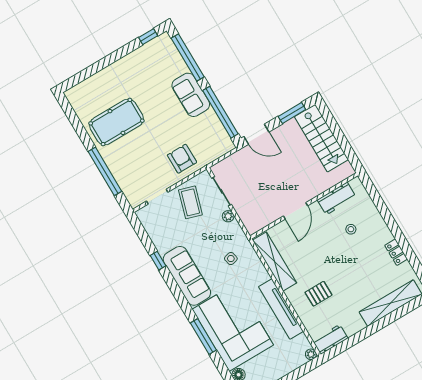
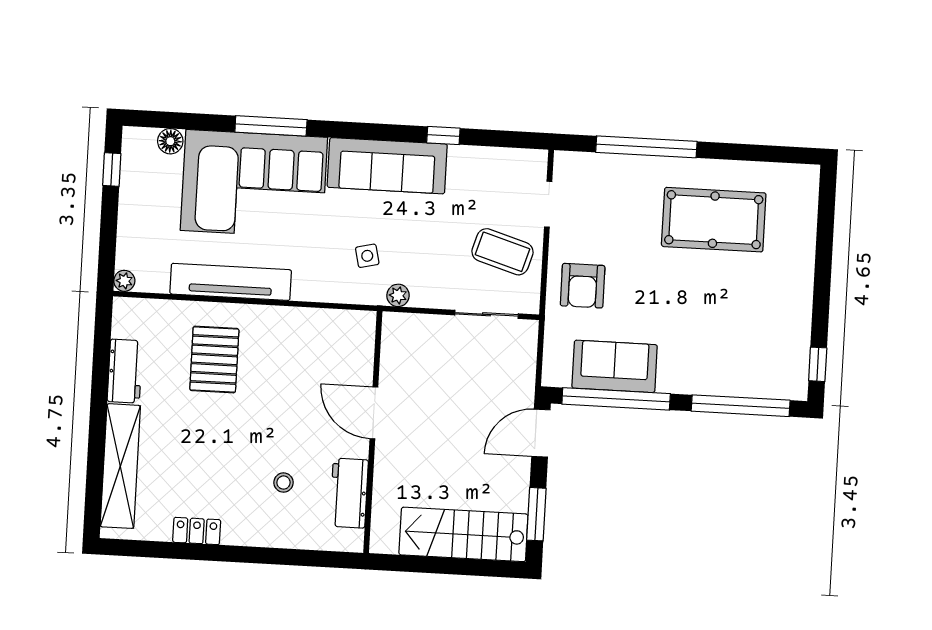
sofa: (191, 95) -> (615, 366), moved
pool table: (116, 122) -> (714, 220), turned 90
armchair: (182, 159) -> (583, 286), turned 90
plant: (228, 216) -> (398, 295), moved
shelving: (275, 262) -> (315, 323), removed
pallet: (318, 294) -> (214, 360), width x1.50, depth x1.42
workbench: (330, 339) -> (125, 371), moved

